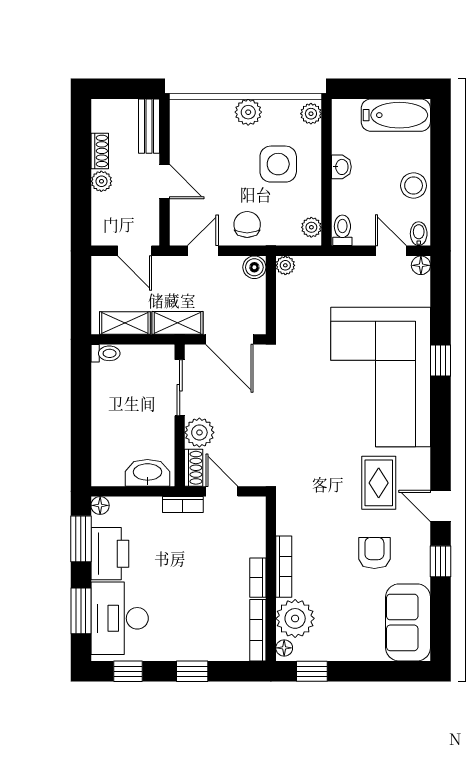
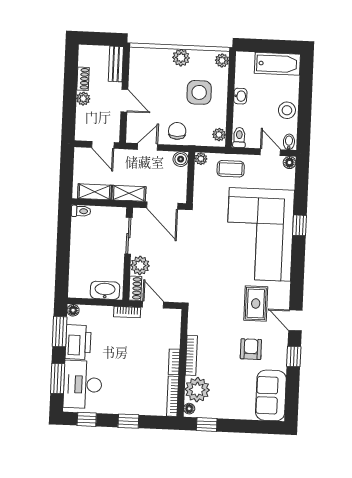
coffee table: (331, 279) -> (231, 169), added

